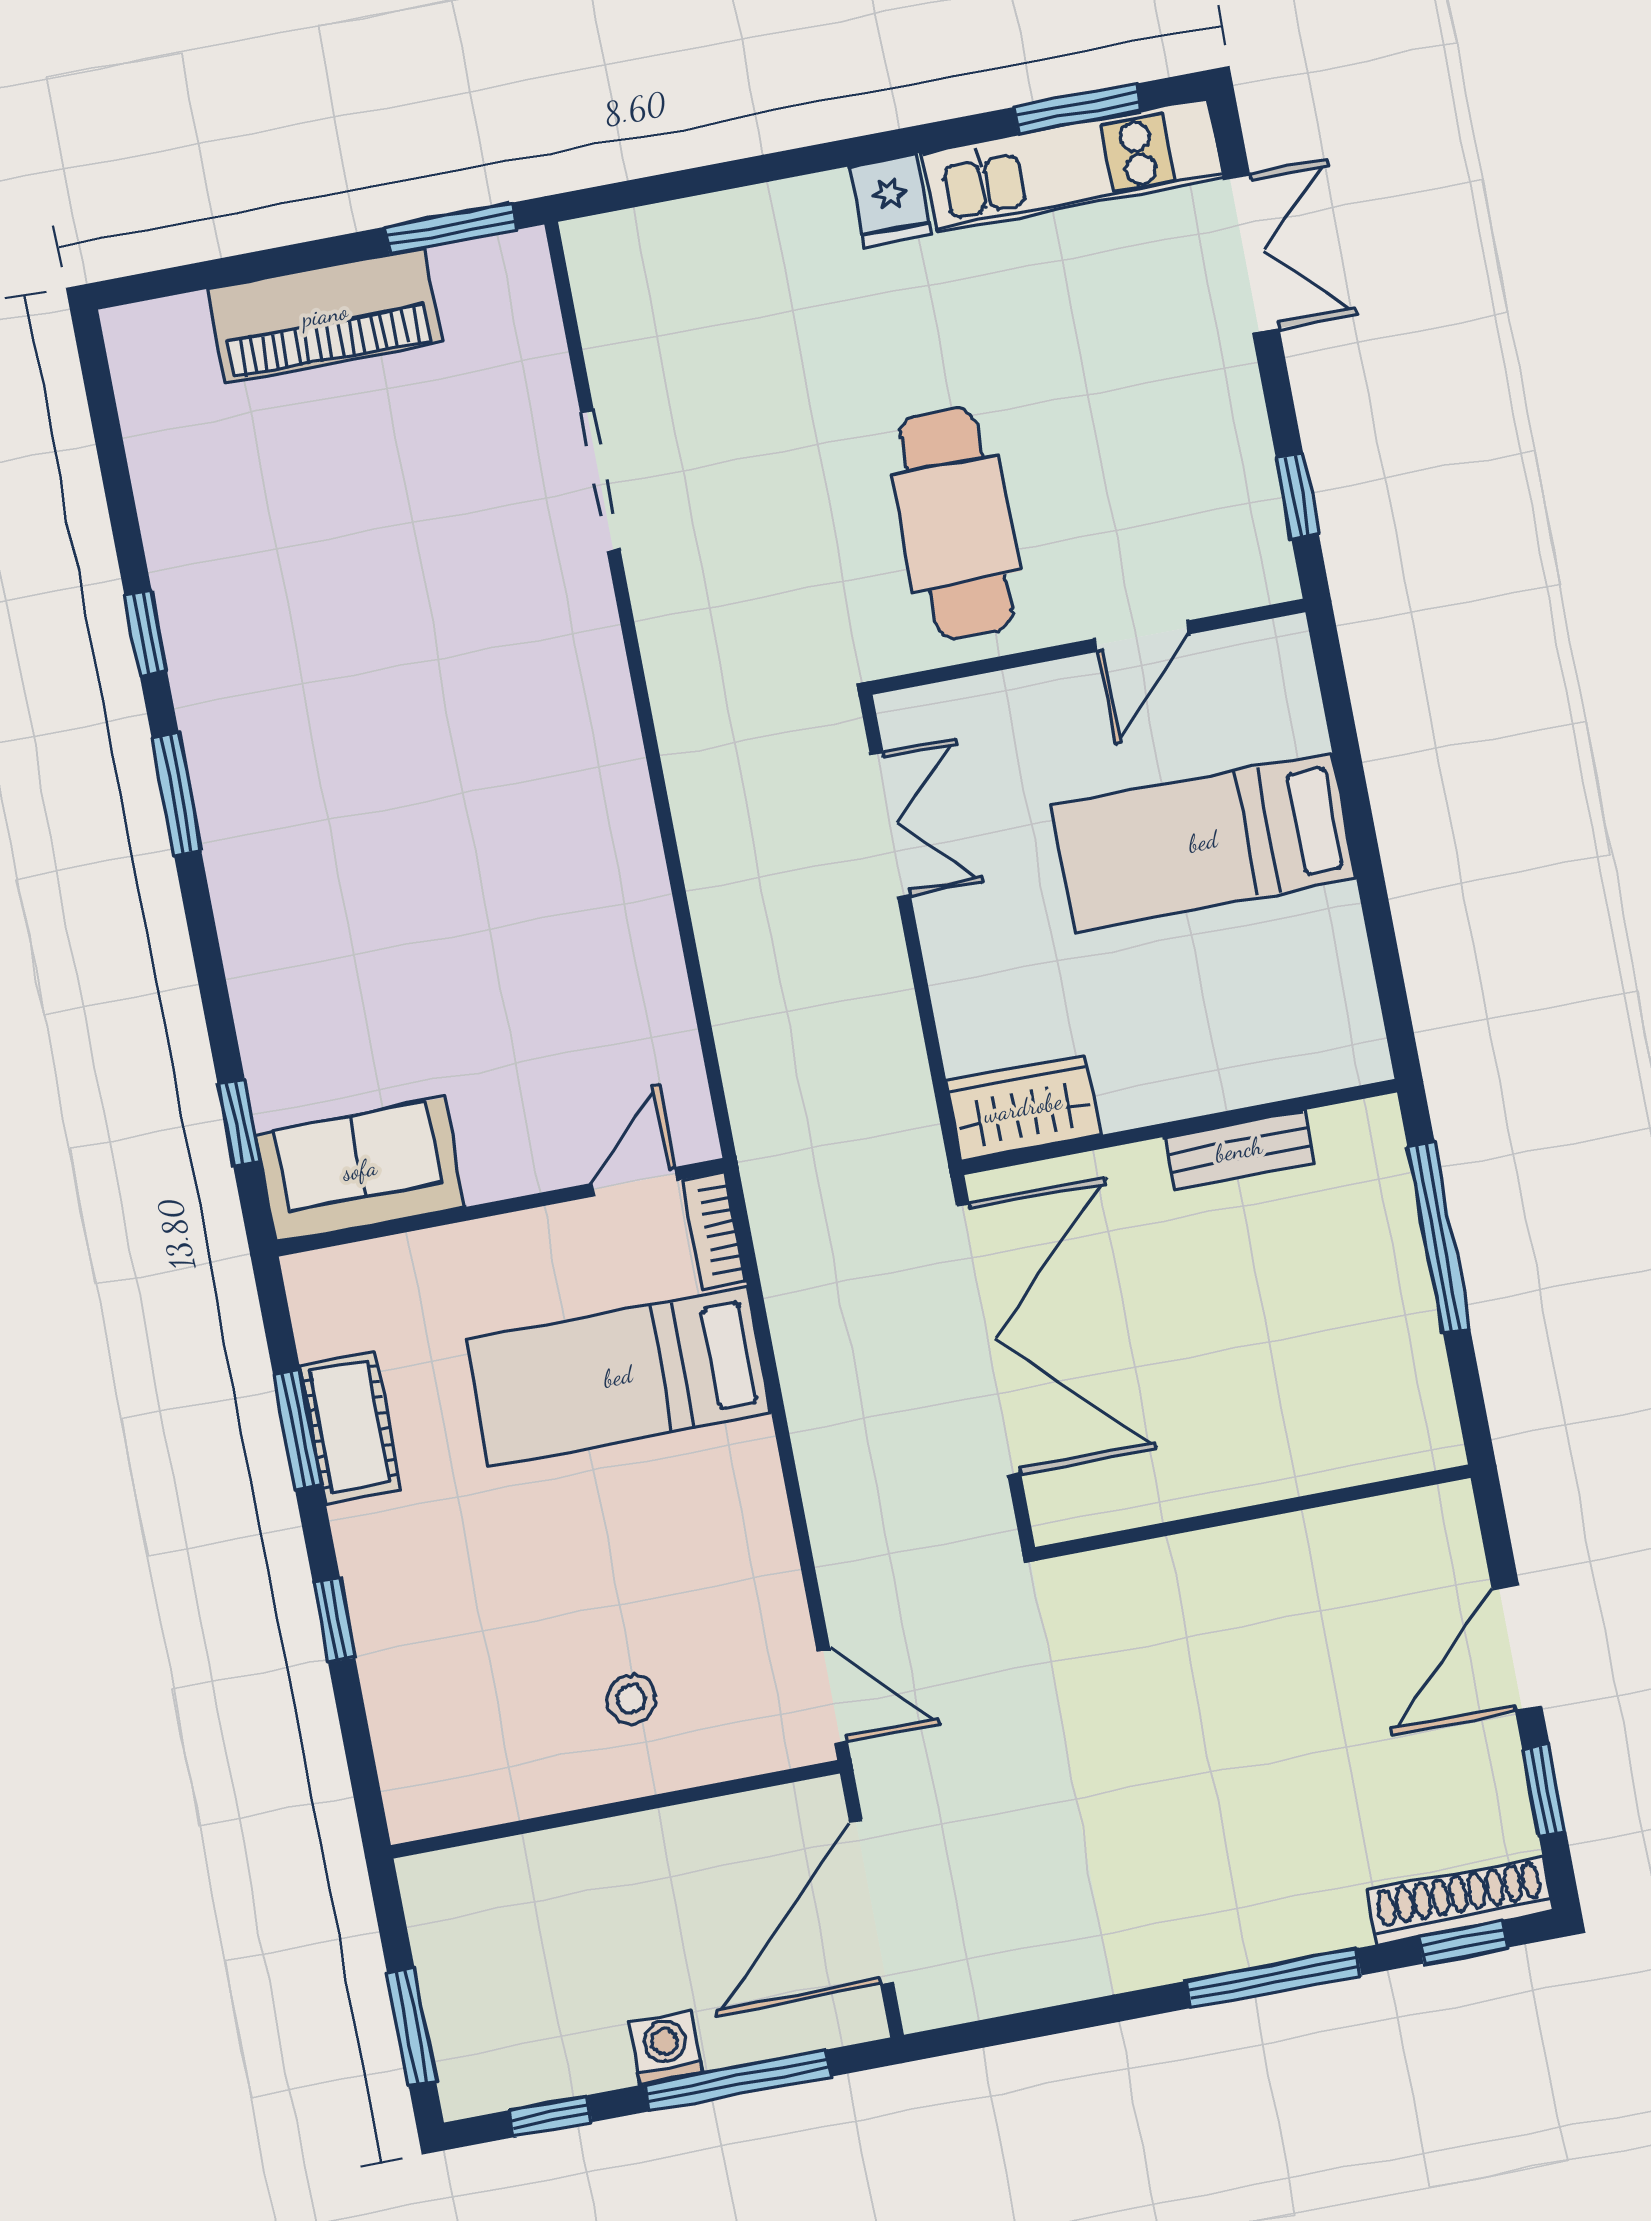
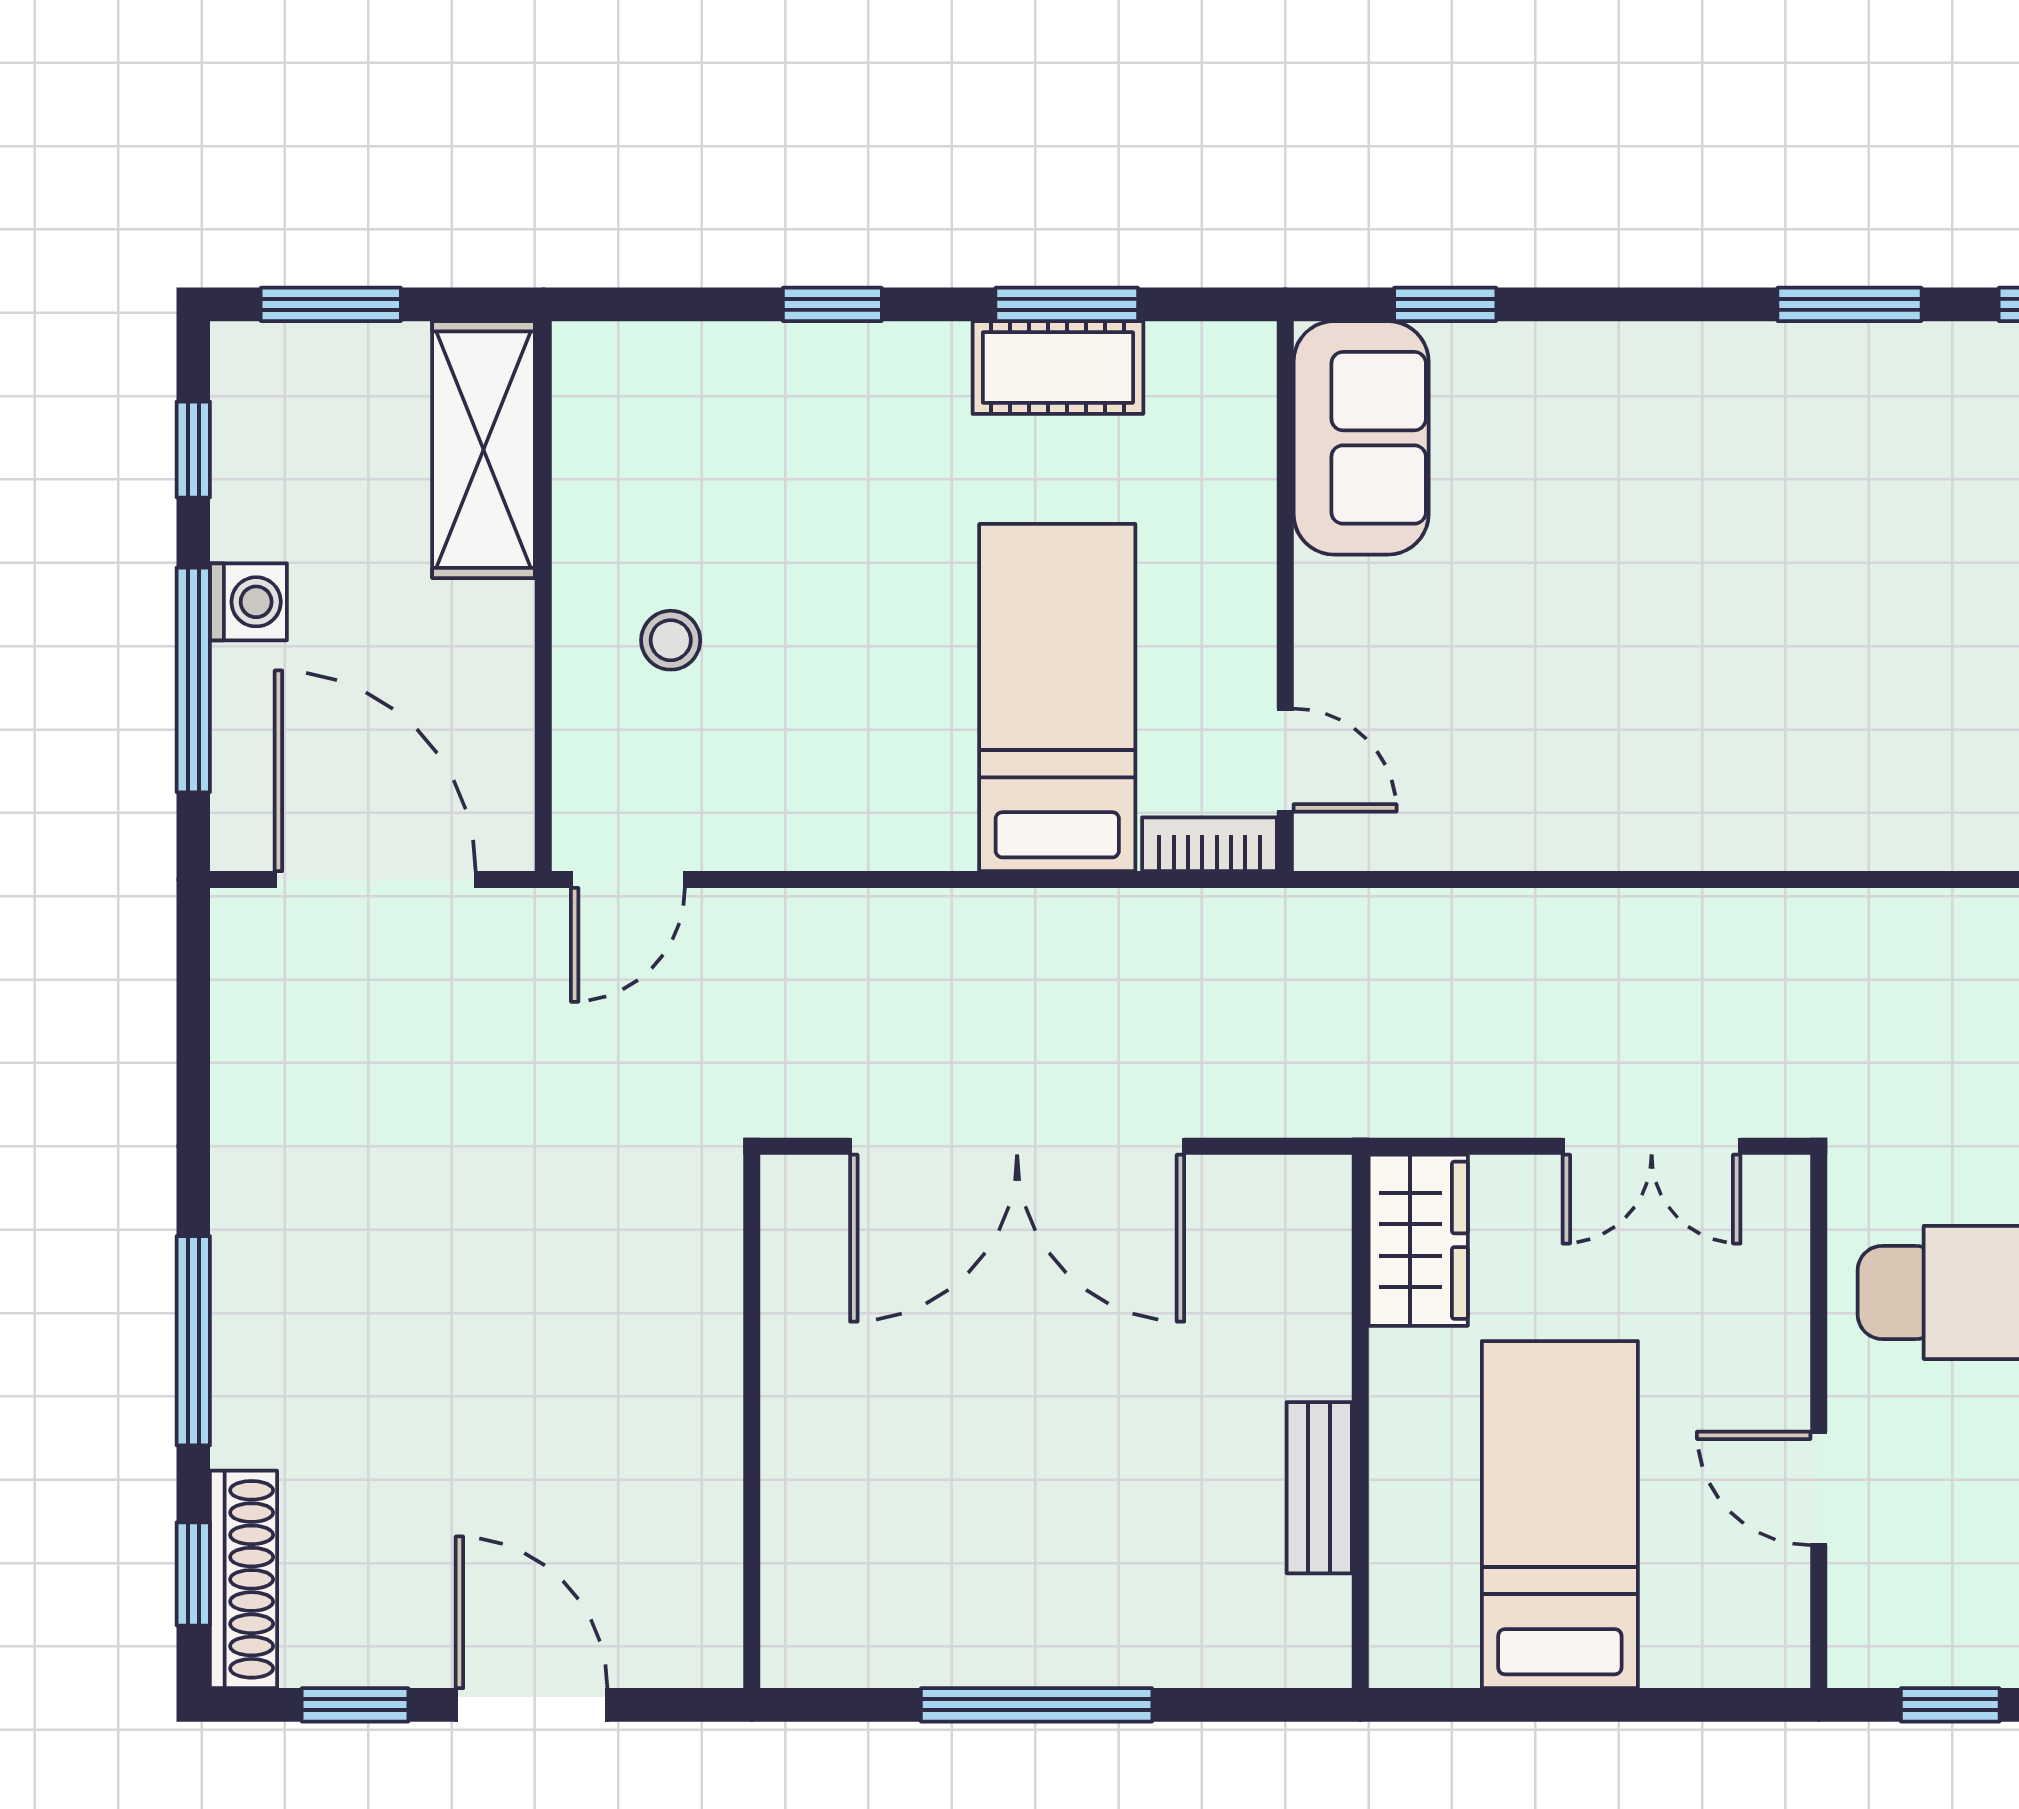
wardrobe: (1023, 1108) -> (1418, 1240), moved
wall: (1179, 1127) -> (1360, 1421), moved
bench: (1239, 1150) -> (1319, 1488), moved
shelving: (506, 1880) -> (484, 450), added

